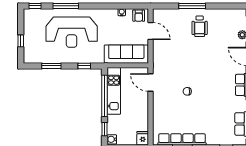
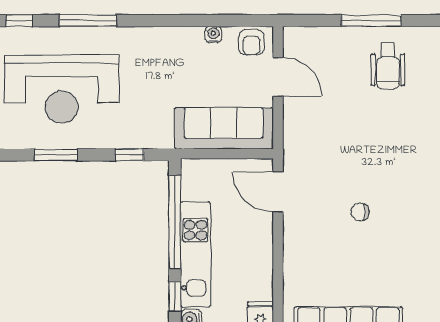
reception desk: (72, 32) -> (62, 89), moved
kitchen unit: (114, 91) -> (195, 254), moved

